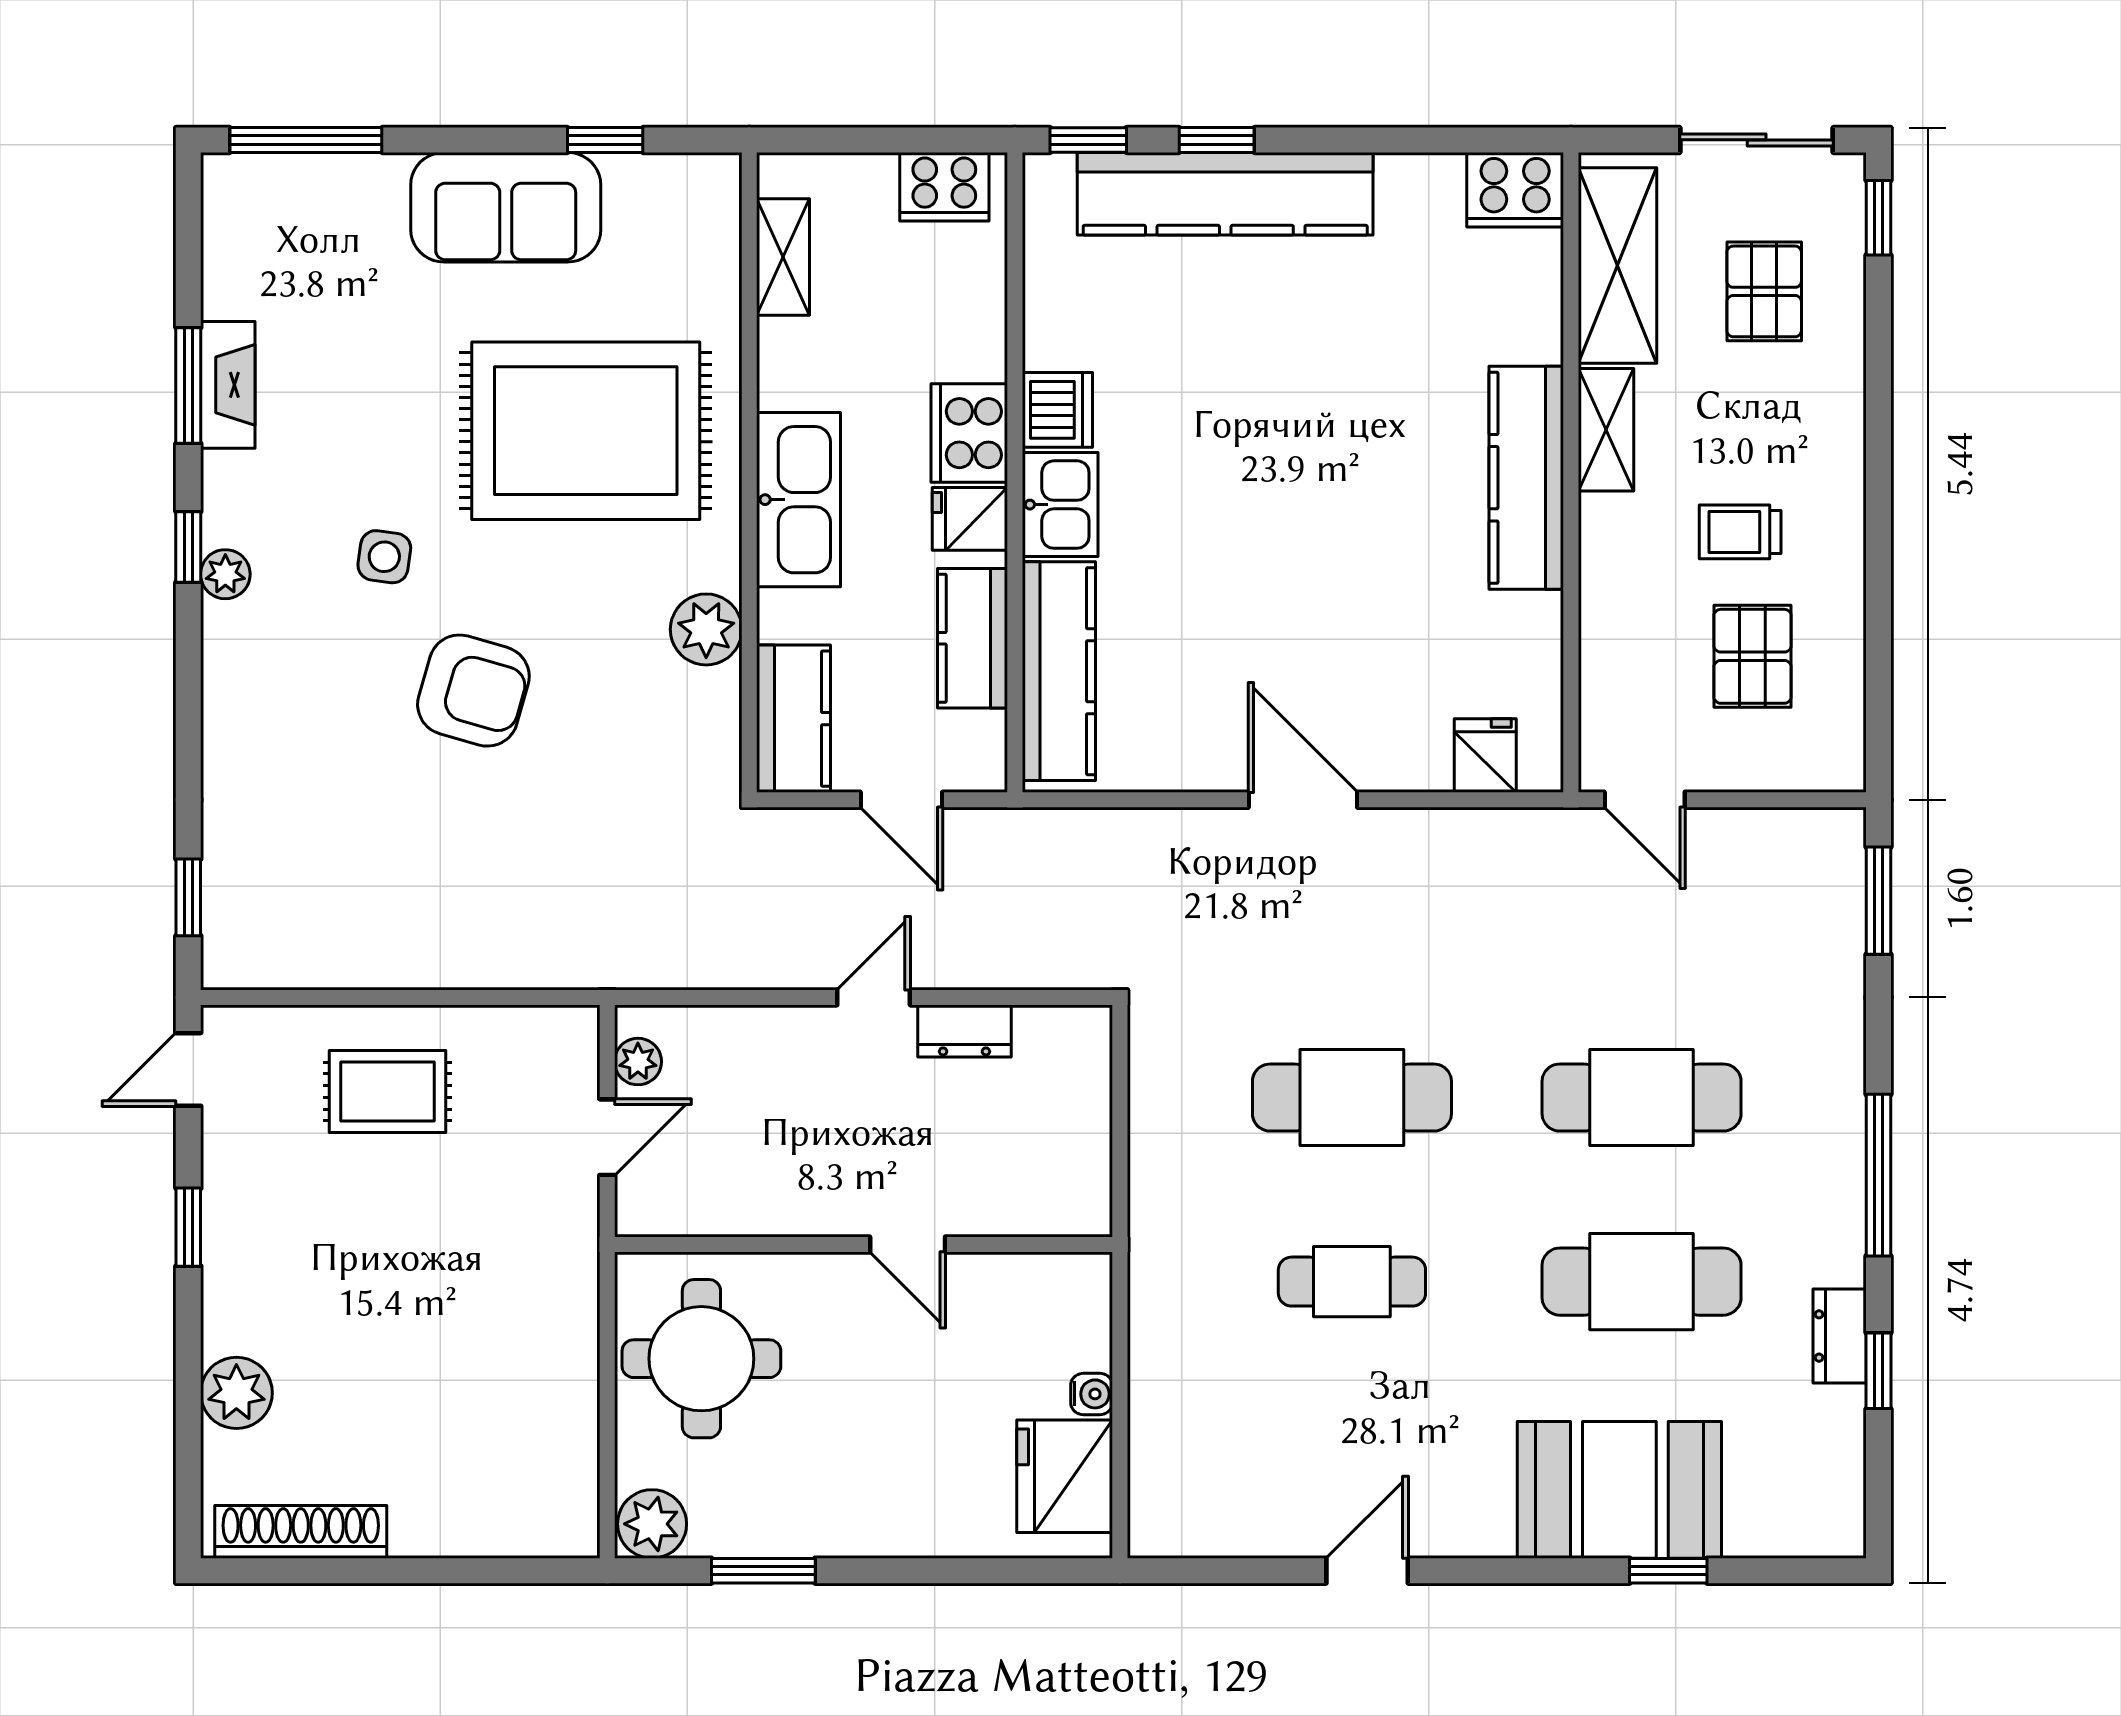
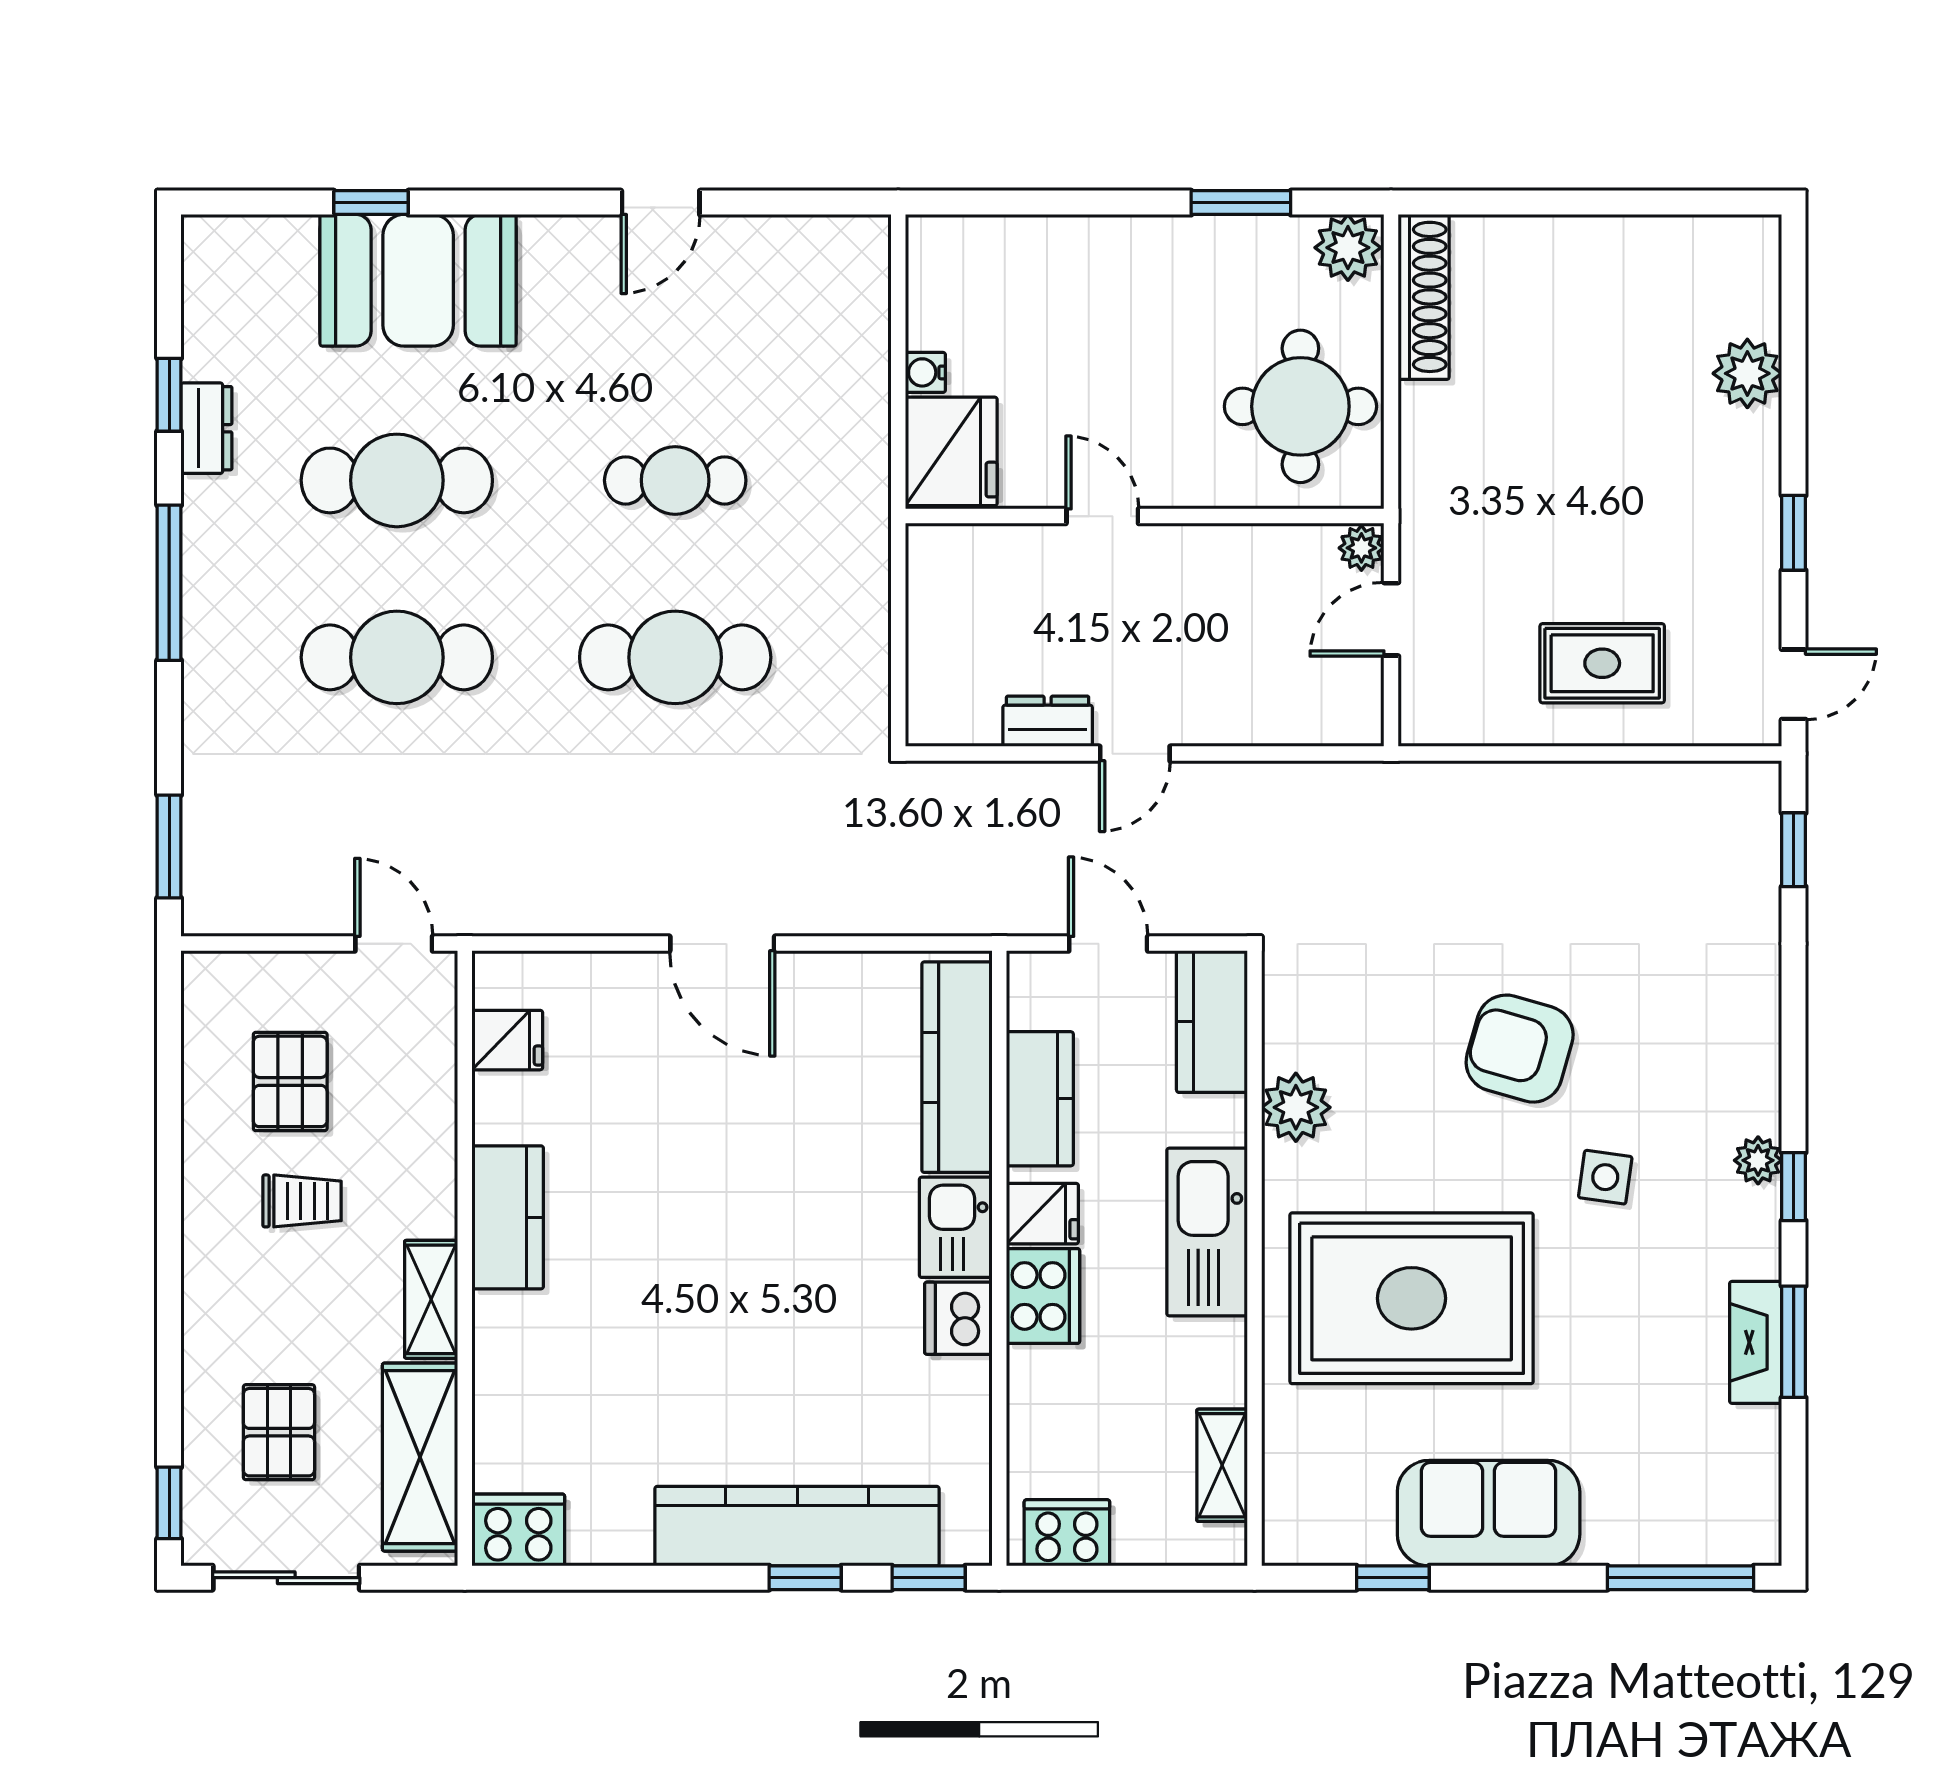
kitchen counter: (1526, 478) -> (508, 1217), width x0.67
fridge: (1485, 755) -> (507, 1040), moved, turned -90
plant: (638, 1062) -> (1361, 548), moved
fridge: (1065, 1476) -> (951, 451), moved
shoe rack: (301, 1532) -> (1424, 297), moved, turned -90

